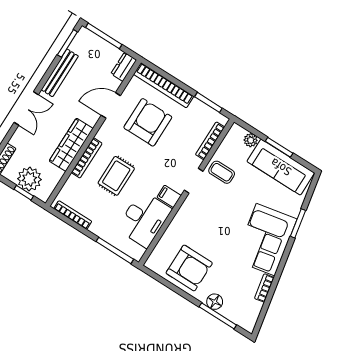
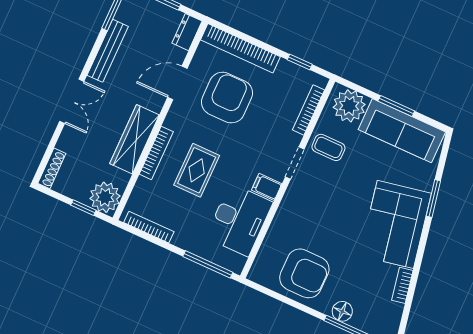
window: (208, 102) -> (300, 62), width x0.67
plant: (251, 140) -> (349, 106), width x1.87, depth x1.87
plant: (29, 179) -> (105, 197), moved

